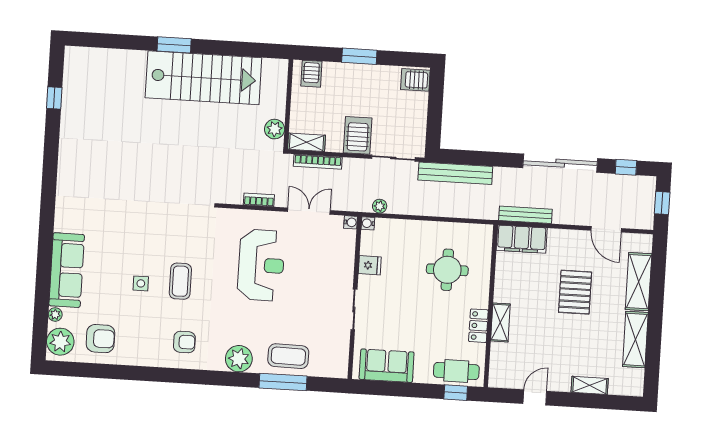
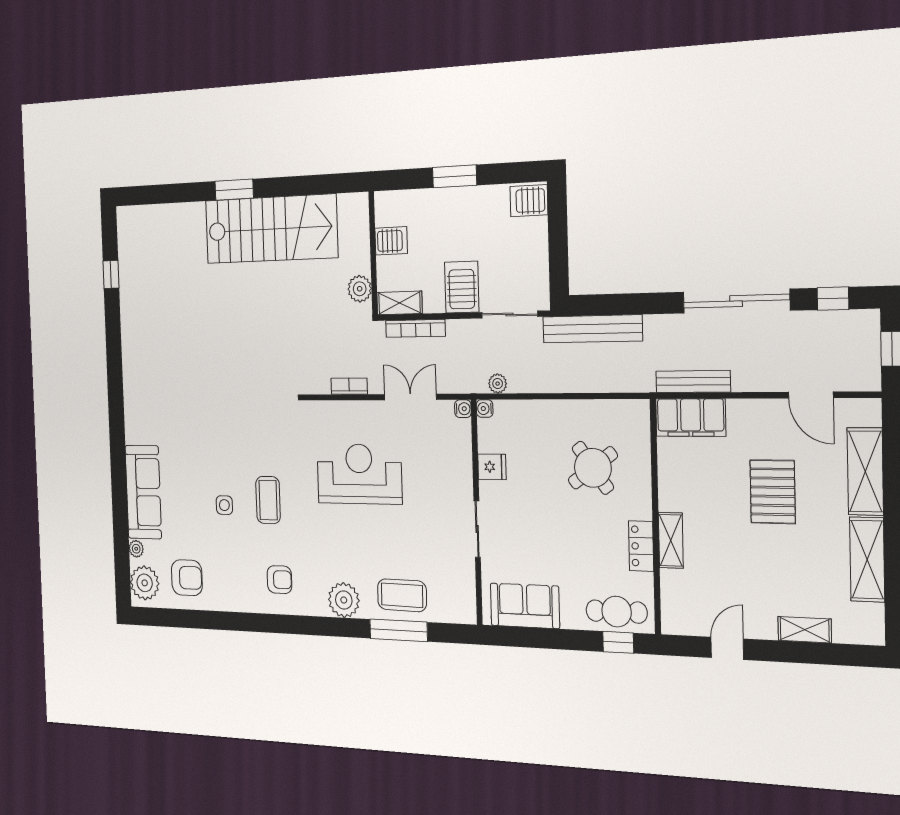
server rack: (311, 74) -> (391, 241), moved, turned -90
reception desk: (261, 265) -> (359, 474), turned -90
round table: (447, 270) -> (593, 468), turned -36

